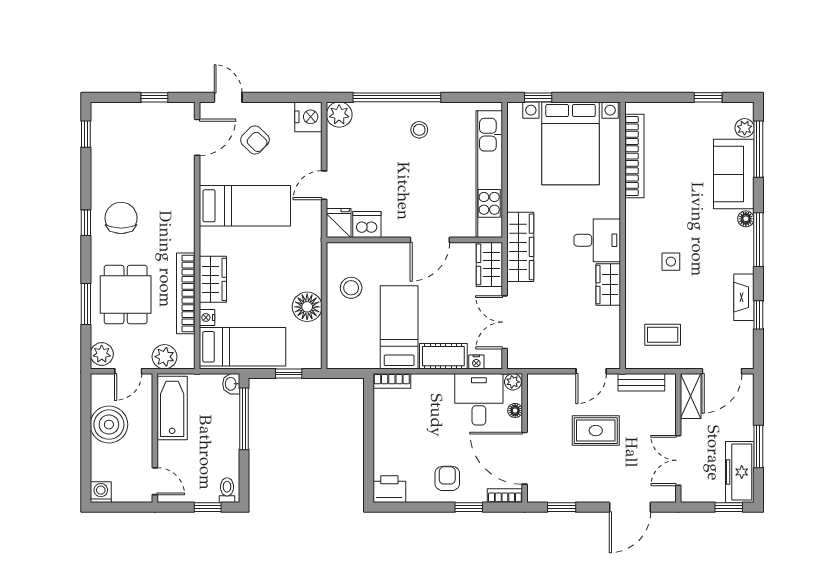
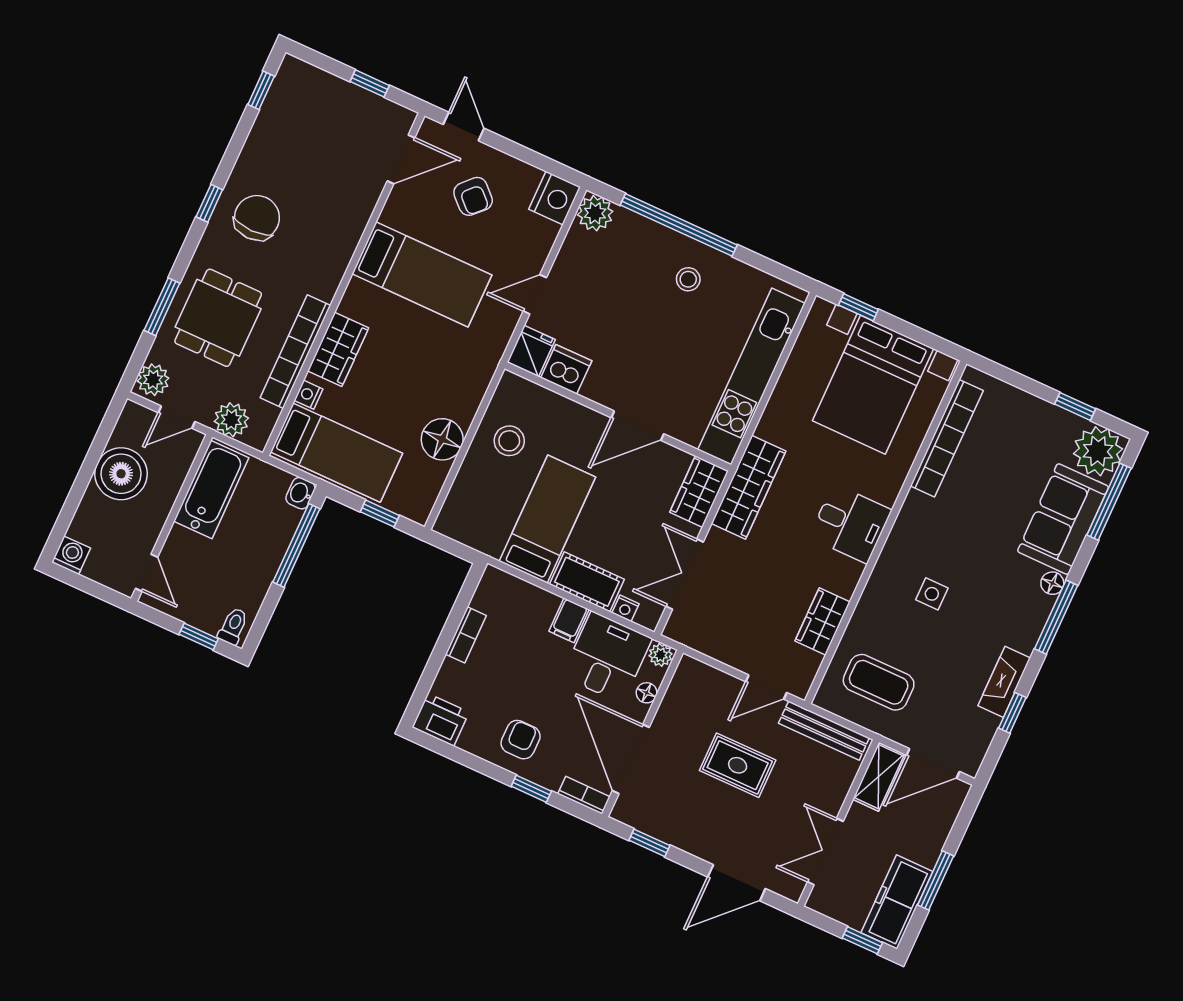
plant: (745, 128) -> (1098, 451), width x1.88, depth x1.88
wardrobe: (608, 284) -> (823, 621), moved
coffee table: (663, 335) -> (879, 682), width x1.36, depth x1.30
bookcase: (392, 381) -> (466, 635), moved, turned -90
bench: (641, 382) -> (824, 731), width x1.36
filing cabinet: (443, 387) -> (569, 620), added

